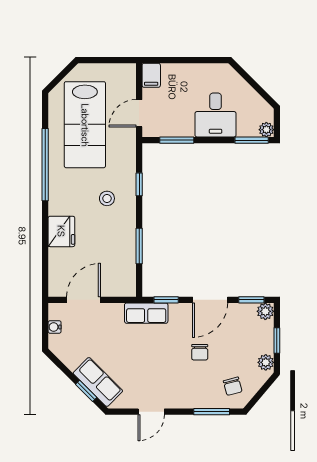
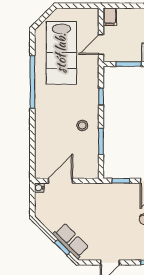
stool: (107, 198) -> (82, 125), moved
fridge: (61, 231) -> (44, 131), removed
row of seats: (146, 313) -> (106, 191), removed
water cooler: (55, 327) -> (39, 188), moved

